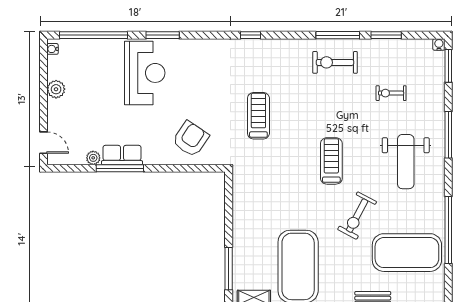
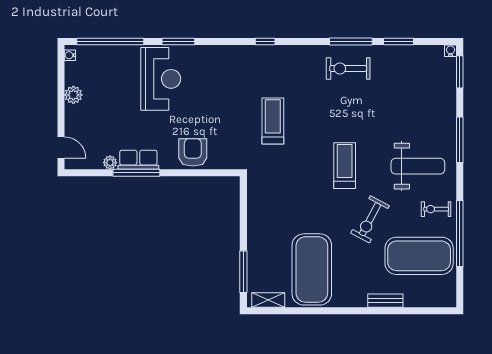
exercise bike: (391, 93) -> (436, 209), moved
armchair: (191, 139) -> (193, 152), moved, turned -34
weight bench: (406, 162) -> (418, 166), turned -90

